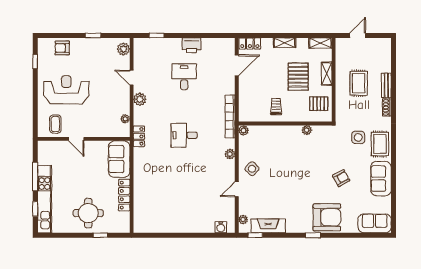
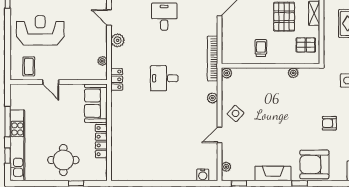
armchair: (341, 178) -> (329, 123), turned -151
armchair: (327, 217) -> (314, 164), turned 180
fireplace: (268, 226) -> (273, 173), moved

